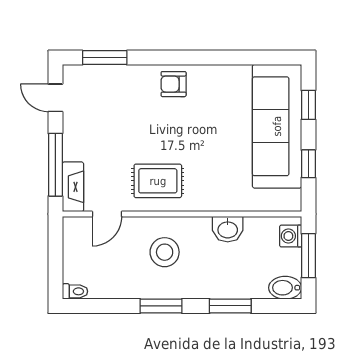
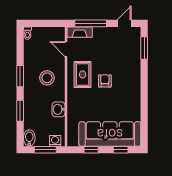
armchair: (174, 84) -> (105, 81), moved

